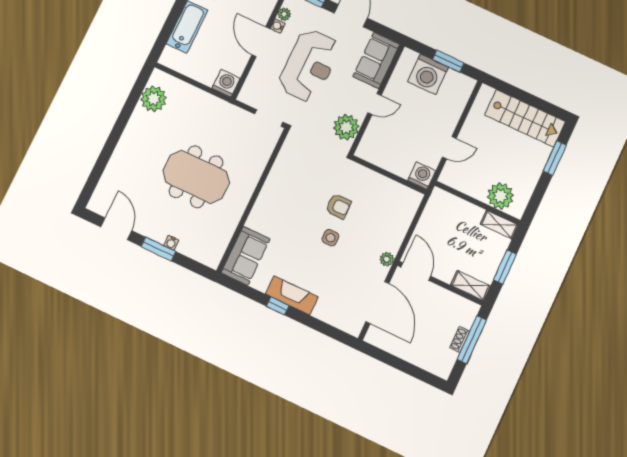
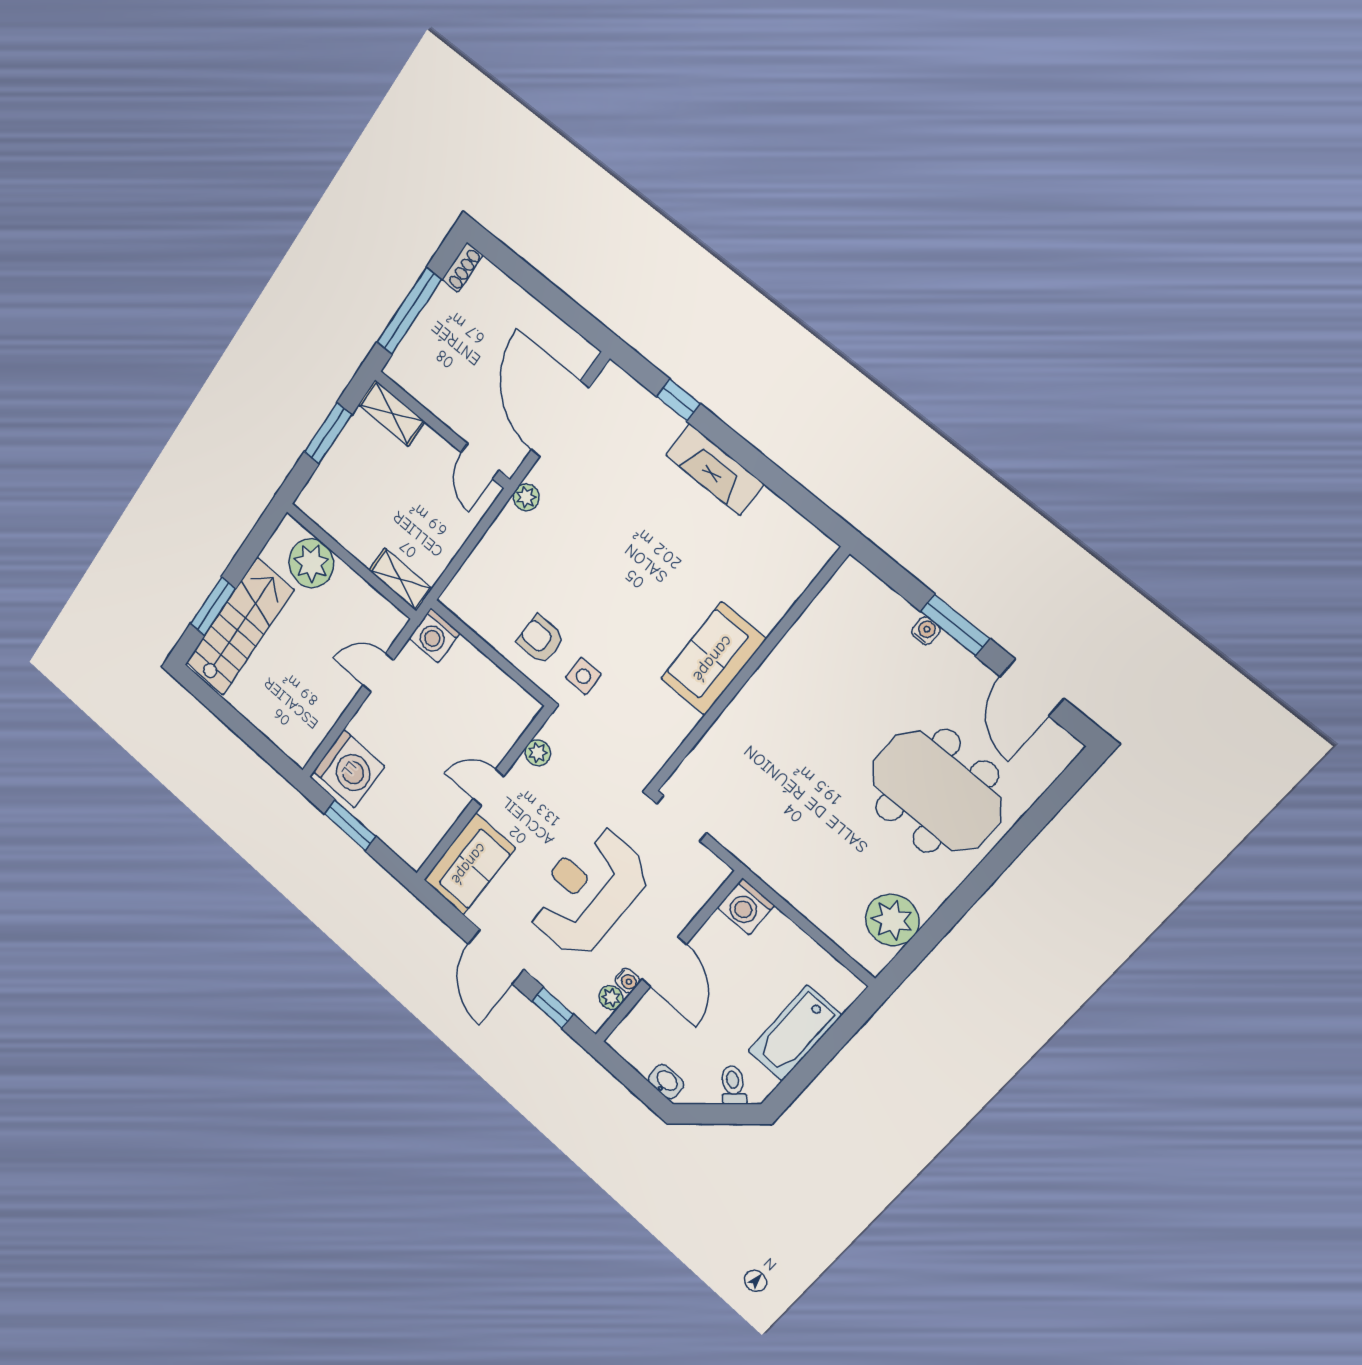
washing machine: (428, 74) -> (349, 769), moved, turned 90
stairs: (525, 118) -> (240, 627), moved, turned 90
plant: (346, 127) -> (538, 753), width x0.53, depth x0.53
meeting table: (196, 177) -> (936, 791), moved
armchair: (338, 206) -> (540, 639), moved
shelving: (499, 225) -> (400, 580), moved
side table: (330, 238) -> (583, 676), moved
sofa: (246, 256) -> (713, 659), moved
door: (416, 272) -> (480, 461), width x0.73
window: (278, 306) -> (678, 400), moved
shoe rack: (460, 339) -> (462, 267), moved

